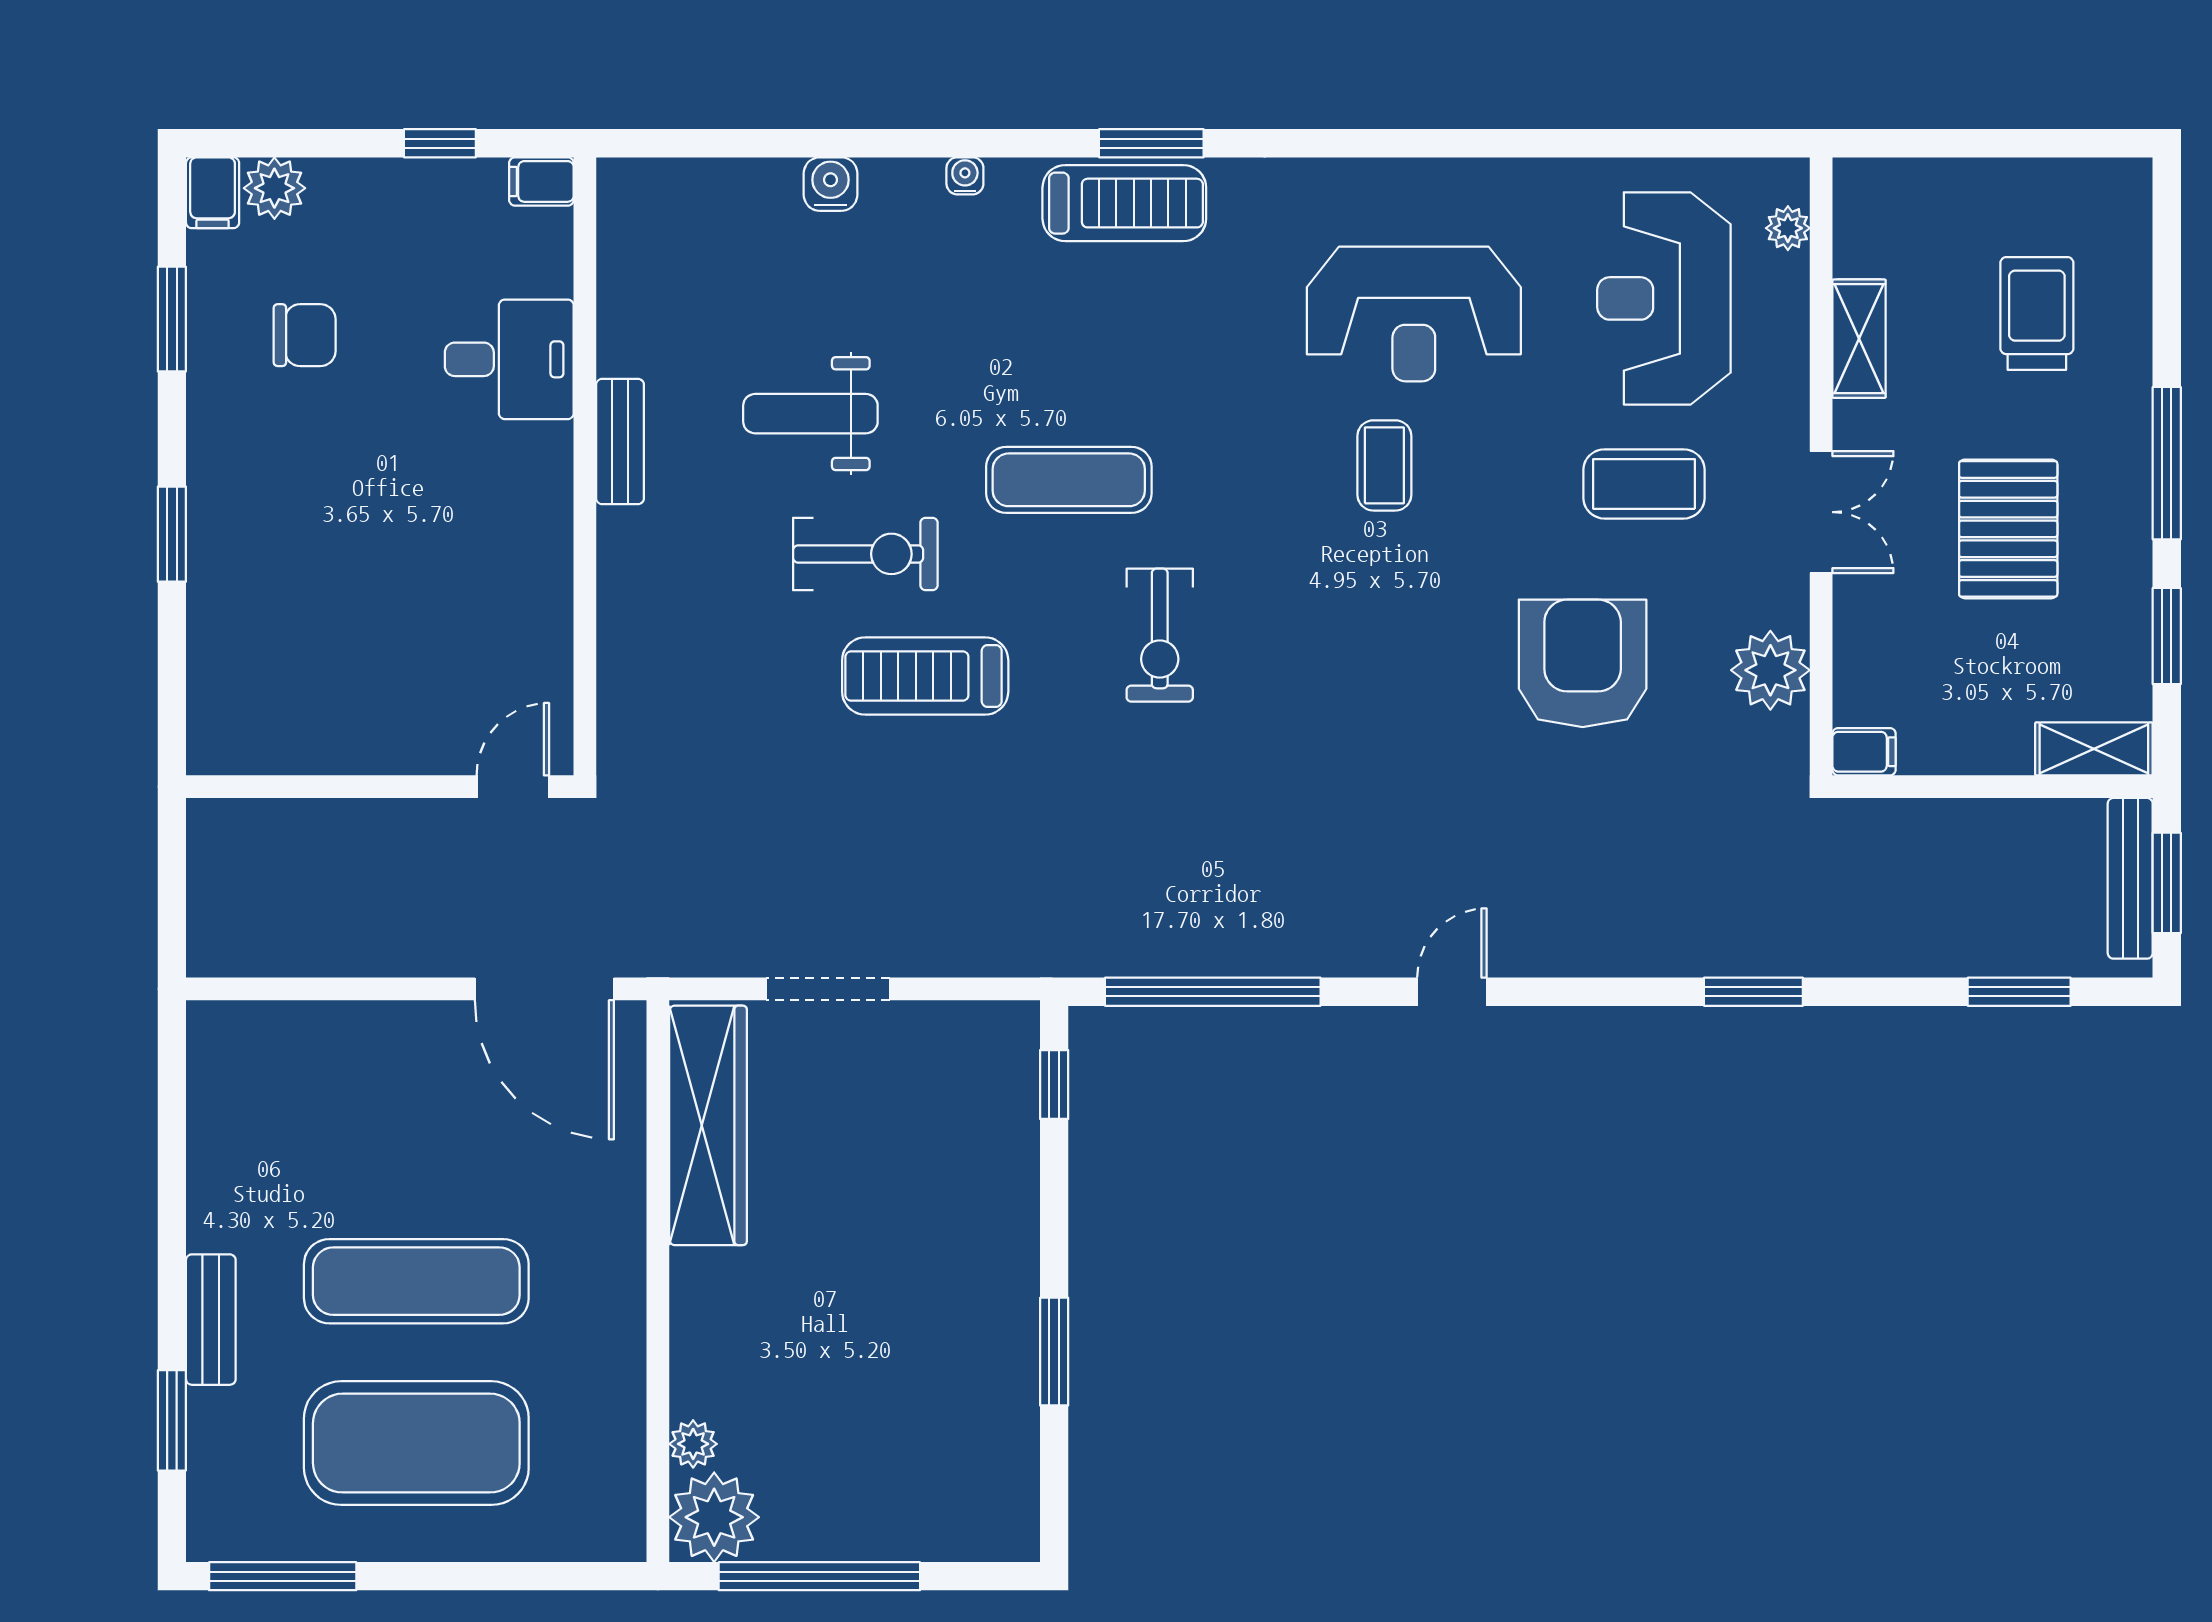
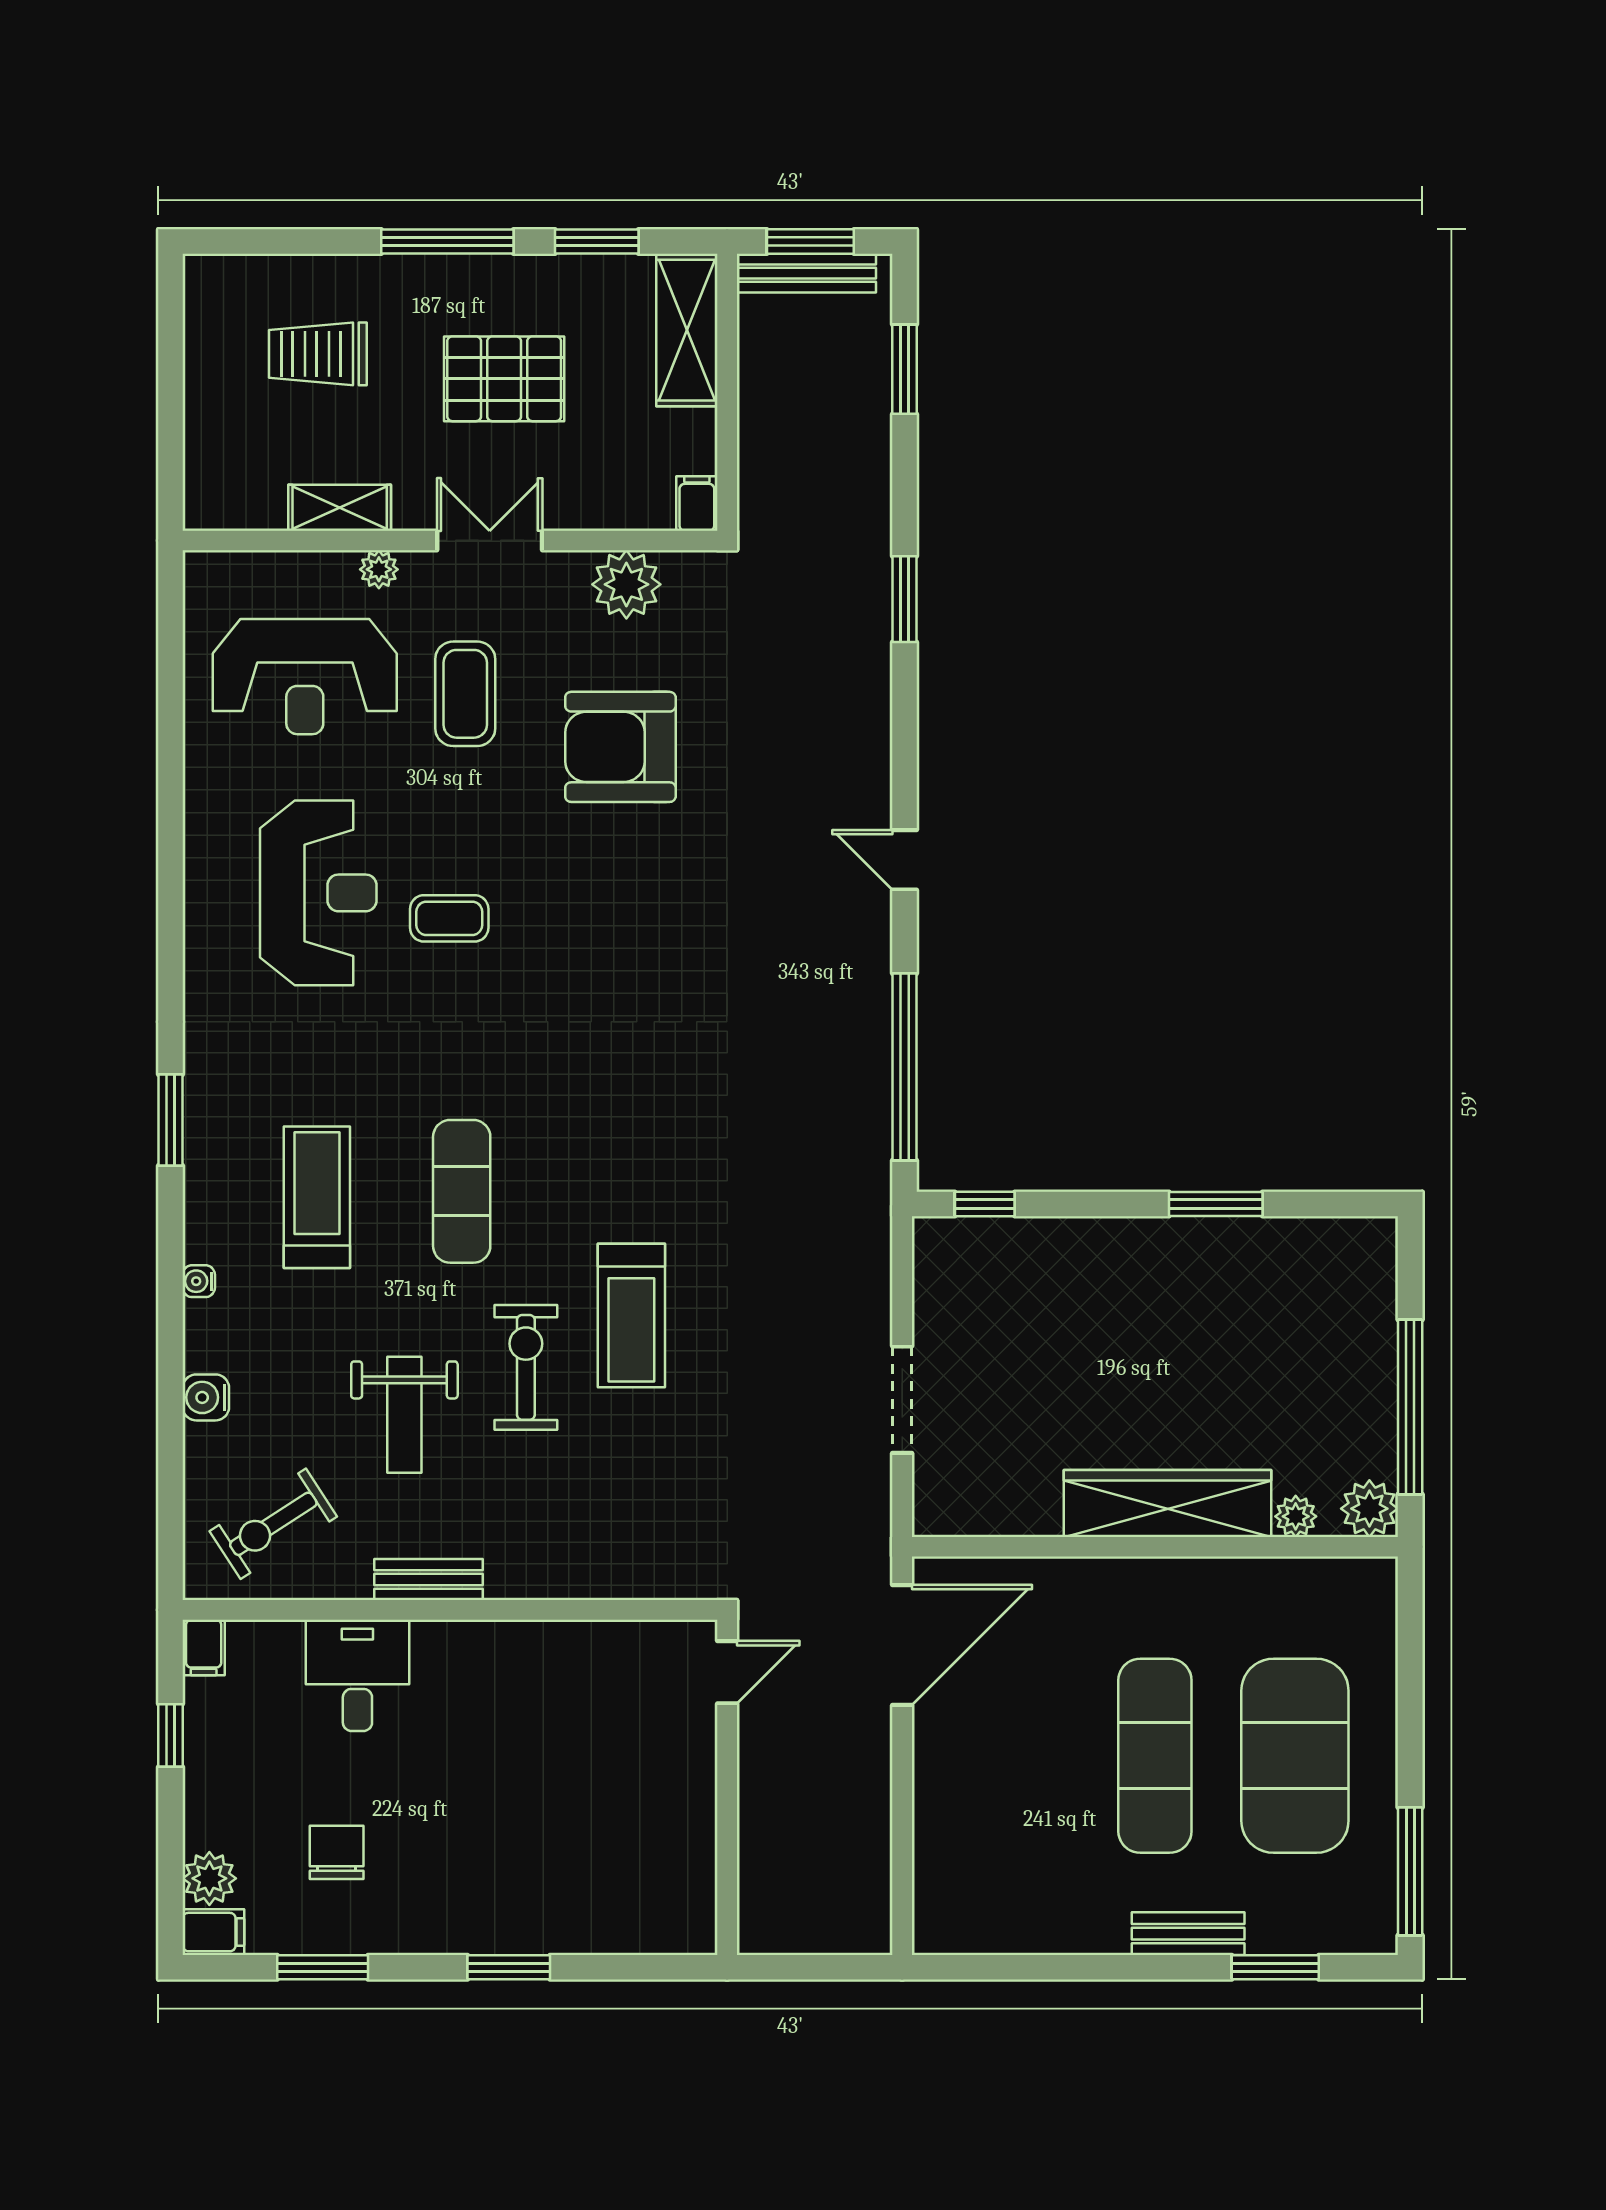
treadmill: (1124, 203) -> (317, 1197), moved
plant: (1788, 228) -> (379, 569), moved
exercise bike: (1160, 635) -> (273, 1524), moved, turned 147
shelving: (2094, 749) -> (687, 330), width x1.50, depth x1.33
door: (513, 787) -> (727, 1672), swing flipped
wardrobe: (708, 1125) -> (1168, 1503), moved
plant: (714, 1517) -> (1369, 1509), width x0.73, depth x0.73

